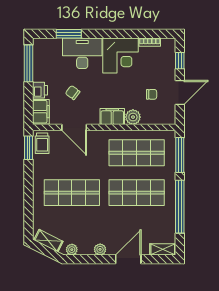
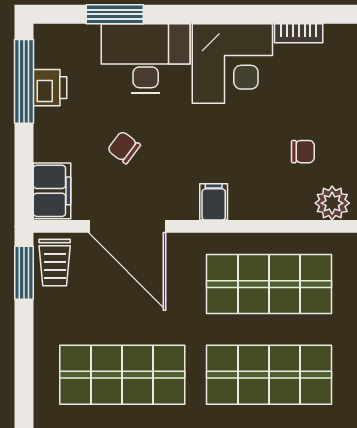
printer: (40, 90) -> (50, 88), moved
filing cabinet: (112, 117) -> (214, 202), width x0.50
plant: (133, 117) -> (332, 203), moved
door: (74, 127) -> (127, 226), width x1.36

